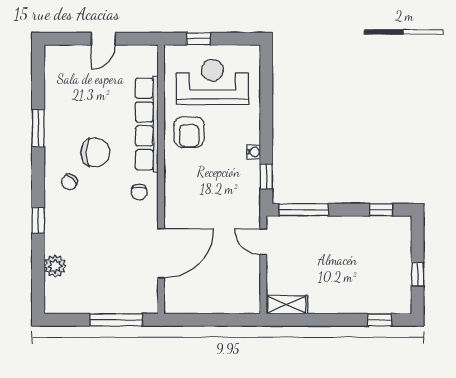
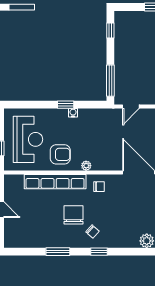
reception desk: (212, 82) -> (28, 139), turned 180
plant: (172, 172) -> (86, 166), added
window: (266, 176) -> (66, 105), moved
window: (38, 221) -> (99, 252), moved

